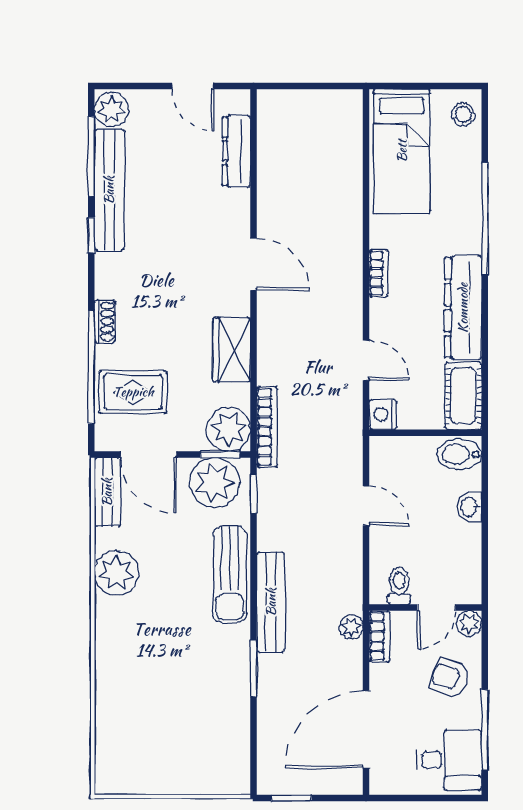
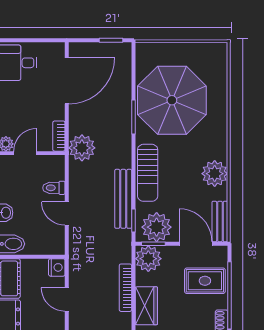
bookcase: (267, 427) -> (125, 288), moved
sun lounger: (230, 574) -> (148, 173), turned 180
toilet: (399, 586) -> (54, 188), moved, turned 90
bench: (271, 602) -> (123, 199), moved
plant: (351, 627) -> (82, 148), width x1.88, depth x1.88
armchair: (450, 678) -> (17, 111), removed
parasol: (189, 697) -> (172, 100), added

